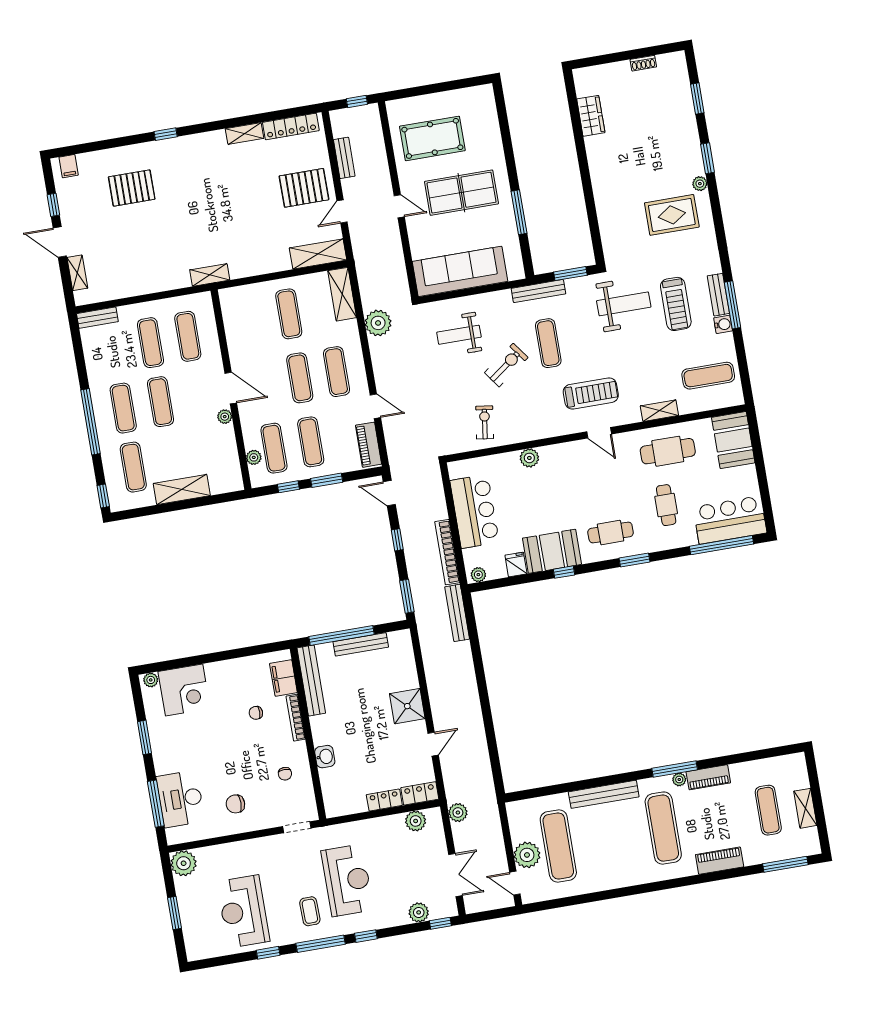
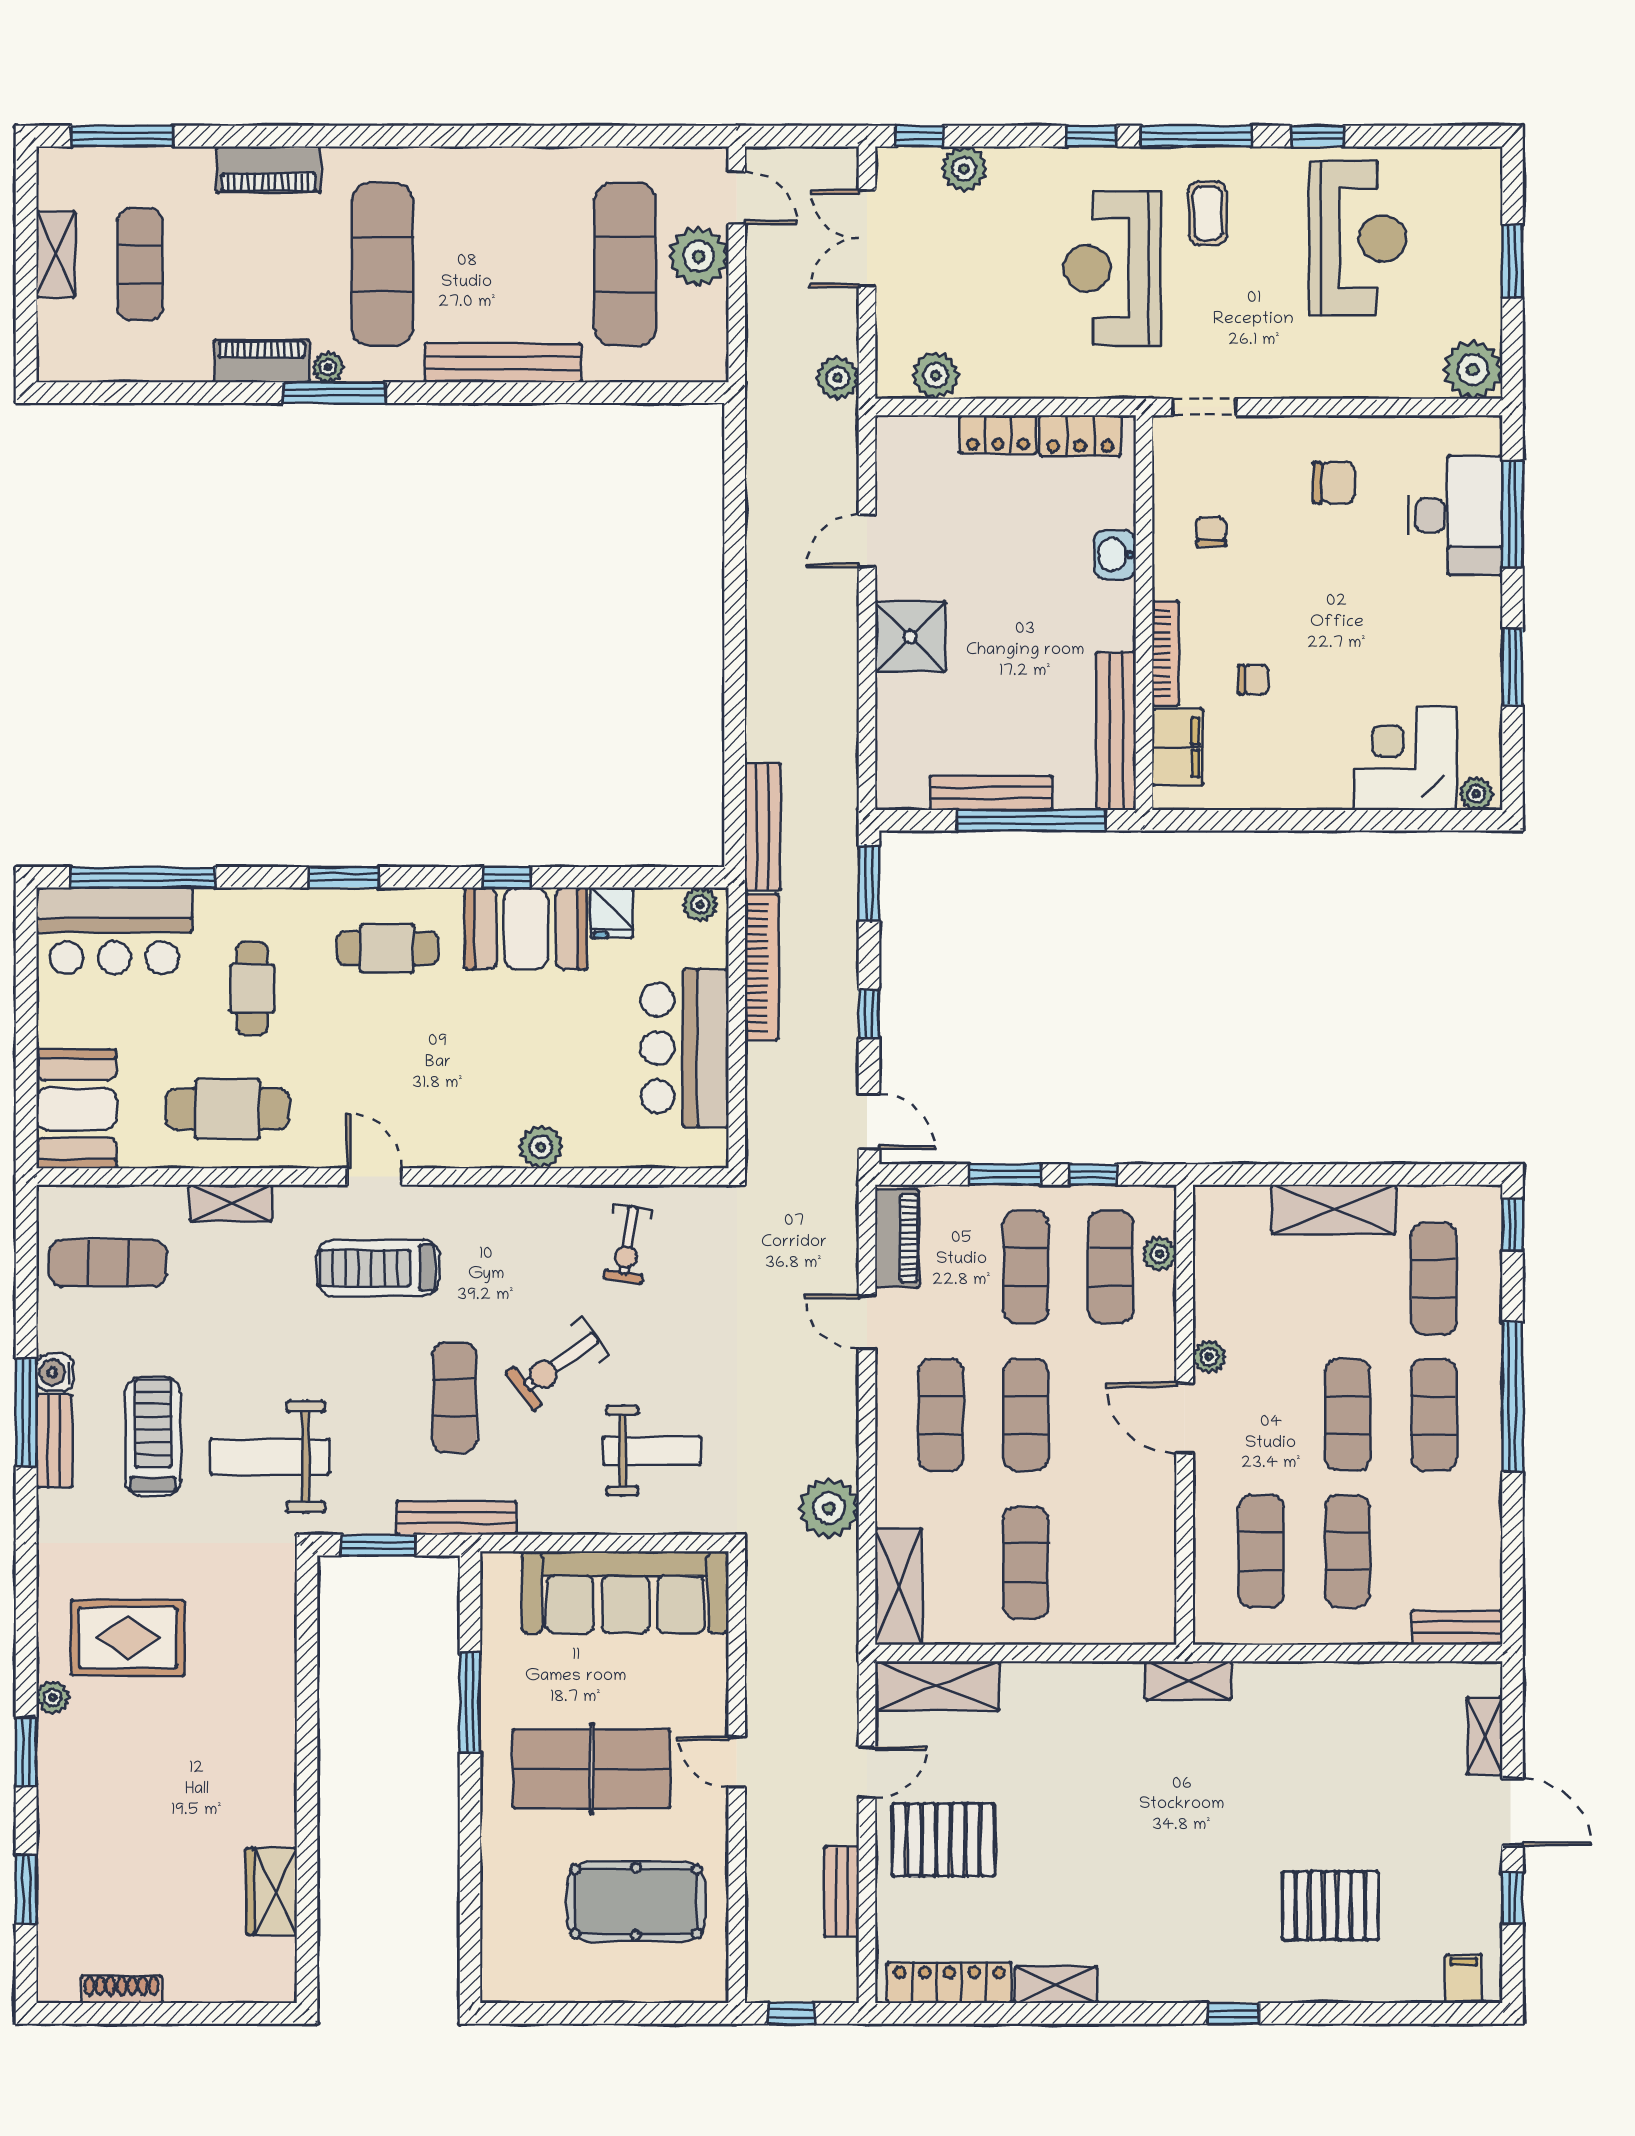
shoe rack: (643, 63) -> (122, 1989), width x1.43
locker: (420, 793) -> (1080, 436), moved

